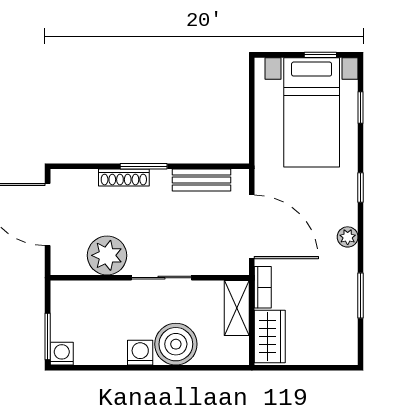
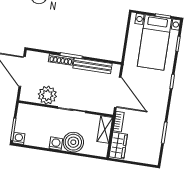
bench: (202, 180) -> (92, 66), width x1.36
plant: (348, 237) -> (162, 104), removed

